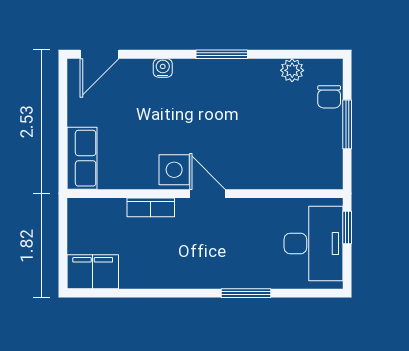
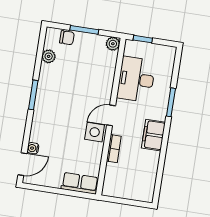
door: (100, 54) -> (22, 164), hinge flipped
water cooler: (163, 68) -> (33, 148), moved
plant: (331, 177) -> (113, 44), added
desk: (314, 243) -> (136, 79), moved, turned -90
filing cabinet: (93, 272) -> (153, 135), moved

